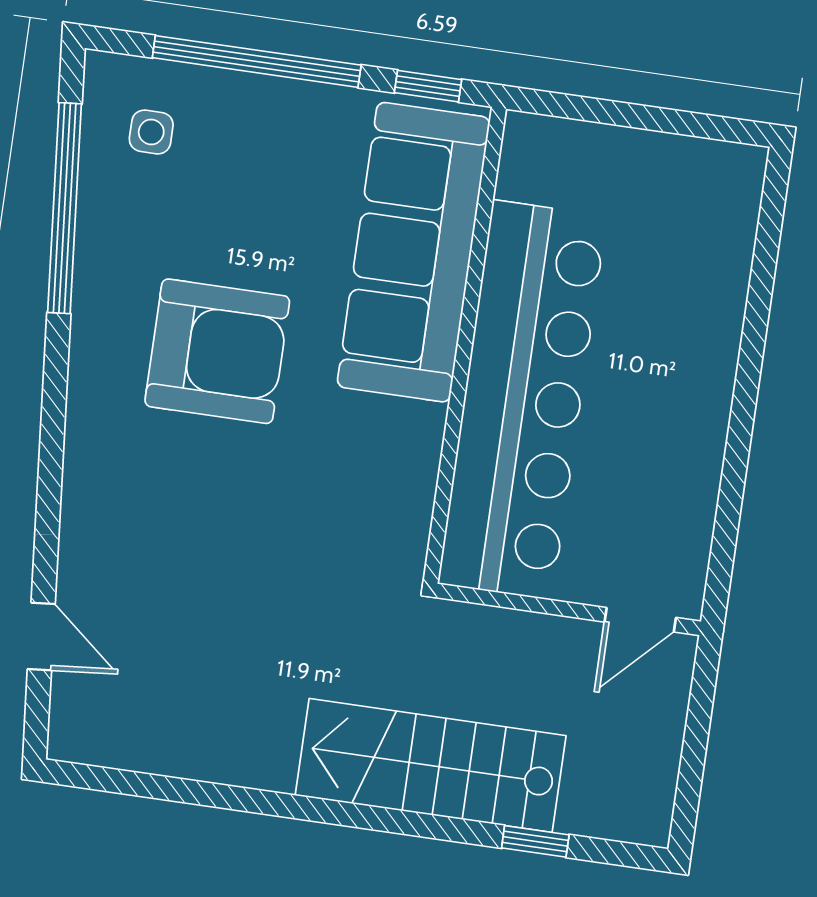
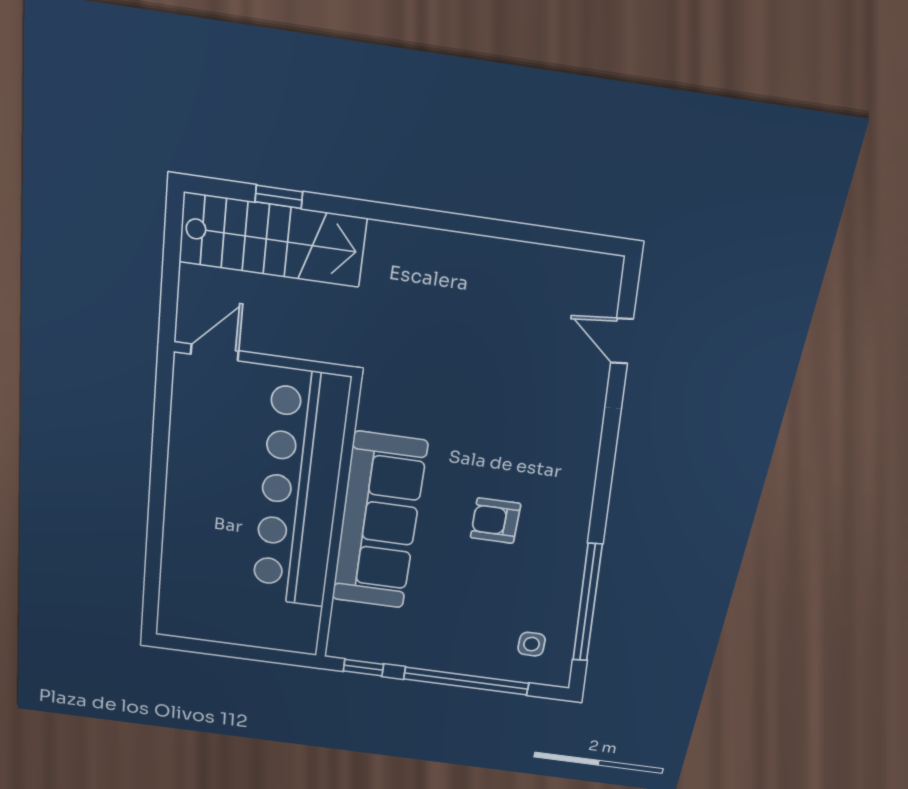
sofa: (414, 252) -> (379, 522), moved
armchair: (217, 351) -> (495, 521), width x0.53, depth x0.53
stairs: (431, 765) -> (272, 240), moved

